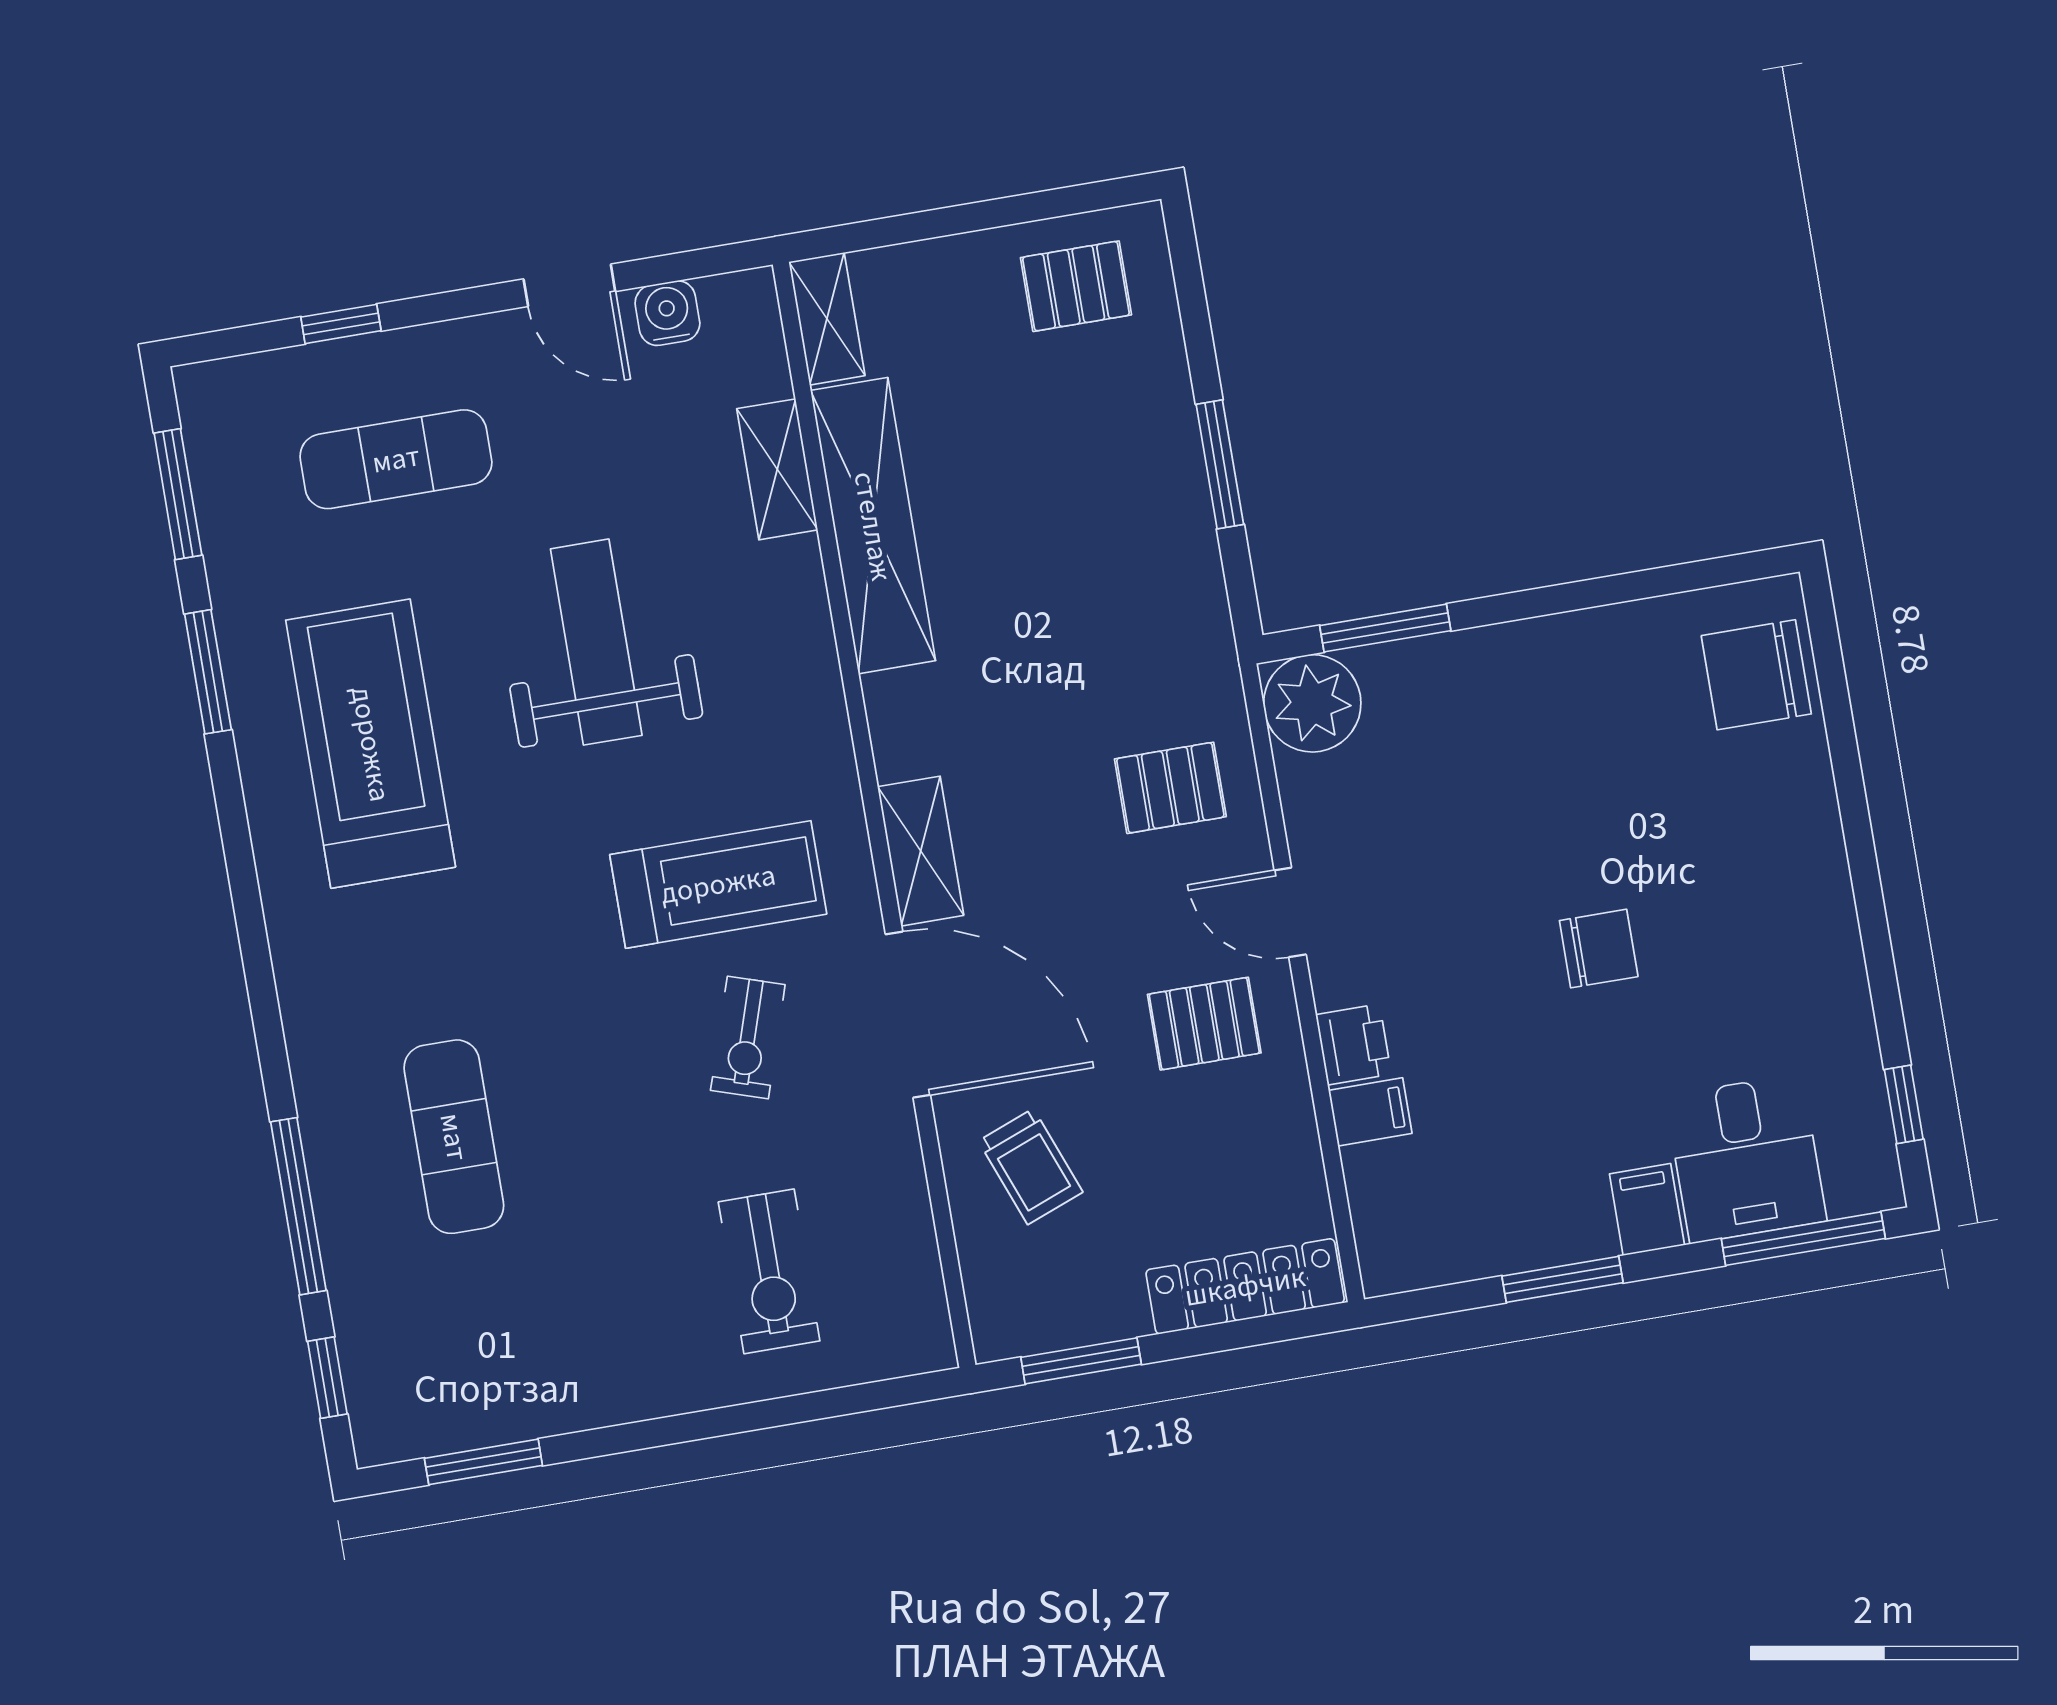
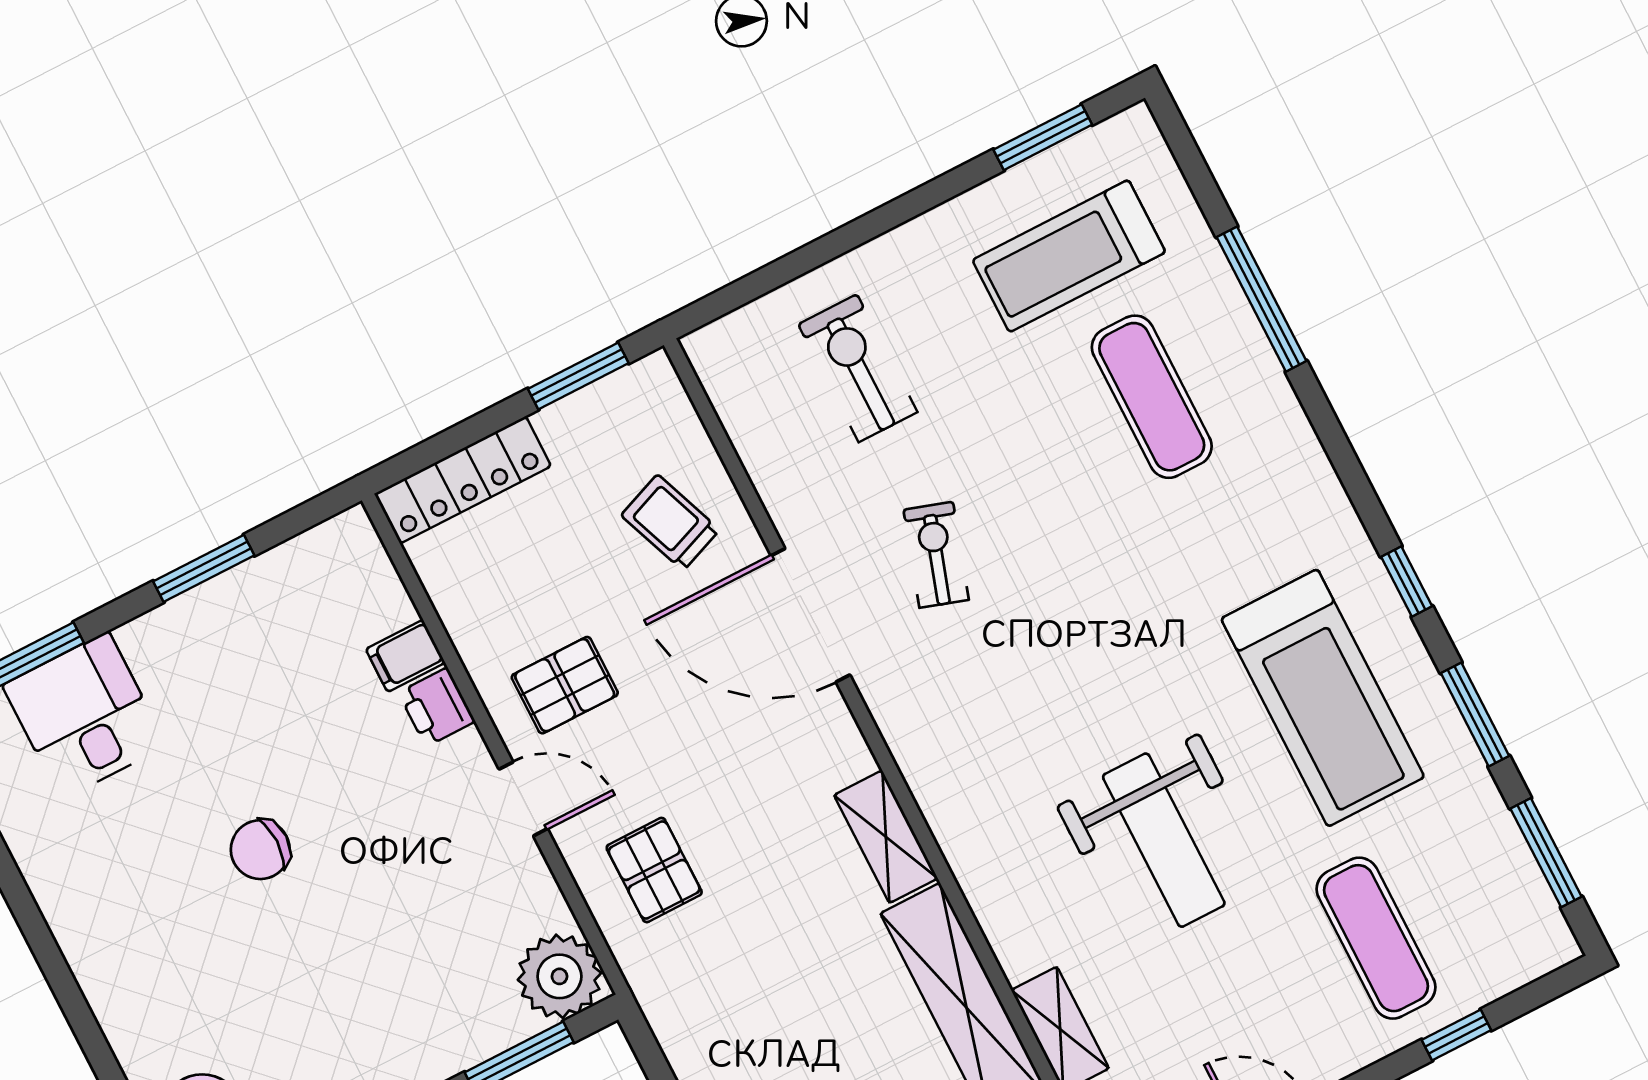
exercise mat: (396, 459) -> (1376, 938), turned 90
pallet: (1170, 788) -> (654, 870), turned 90
shelving: (921, 851) -> (886, 837), moved
treadmill: (718, 884) -> (1069, 256), moved
filing cabinet: (1647, 1210) -> (153, 648), removed
window: (327, 1378) -> (1407, 581), moved

